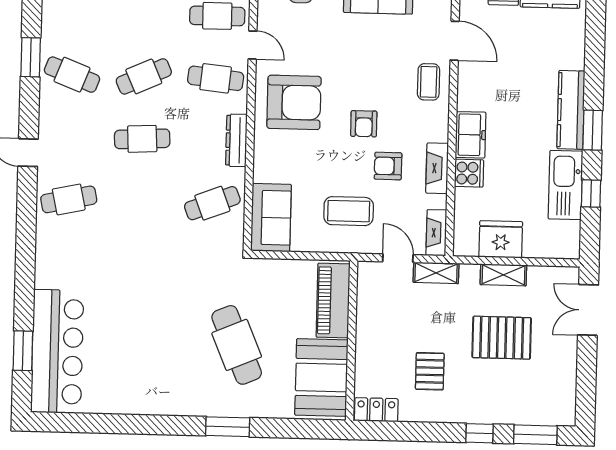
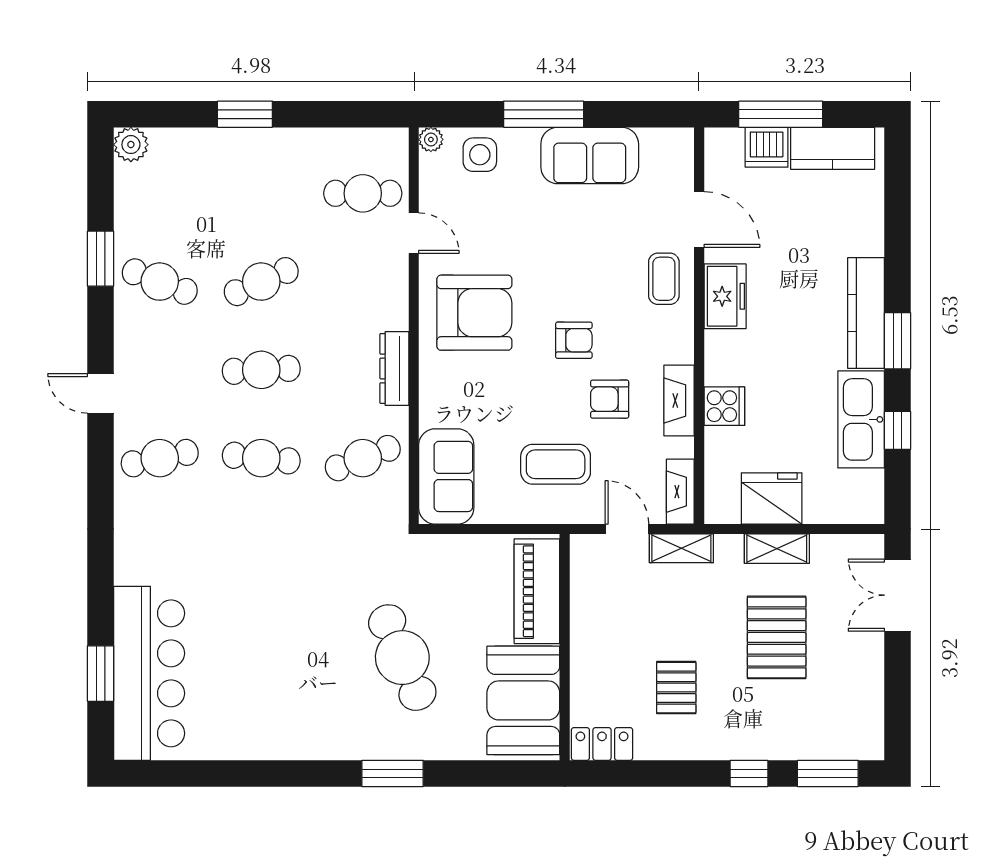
cafe table: (216, 78) -> (261, 458), moved
armchair: (364, 124) -> (574, 340), turned -90
freezer: (471, 135) -> (725, 296), moved
pallet: (502, 338) -> (777, 637), turned 90

